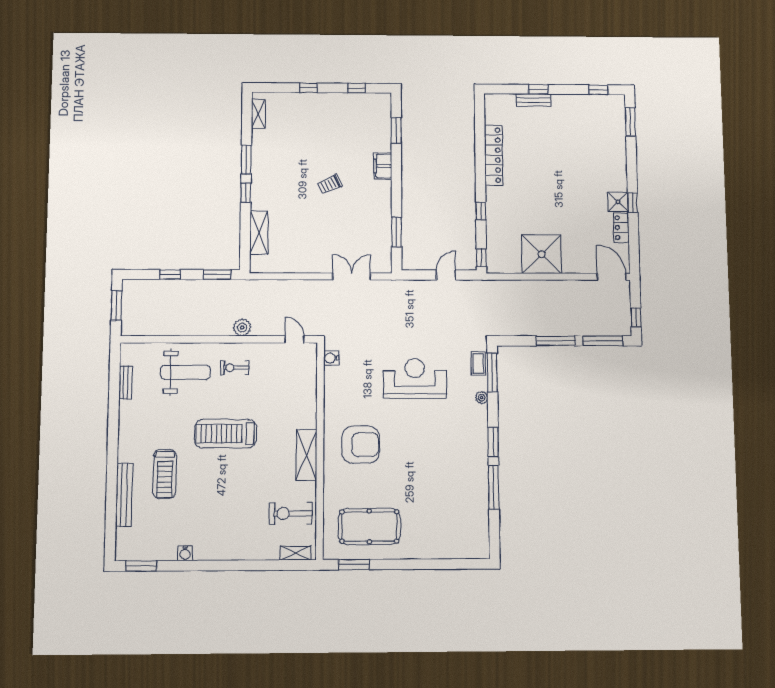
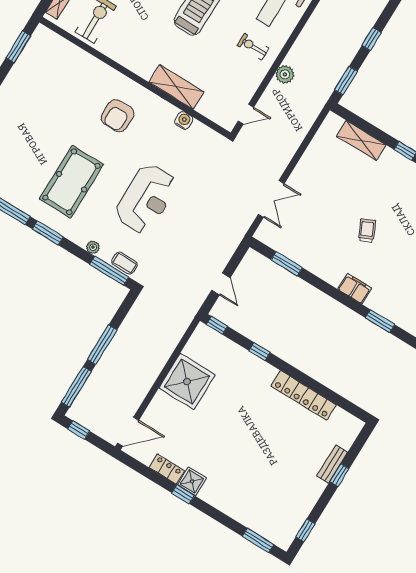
water cooler: (331, 358) -> (184, 120), moved
exercise bike: (235, 368) -> (253, 47), turned -90
armchair: (361, 445) -> (118, 116), width x0.73, depth x0.73
shelving: (307, 455) -> (176, 87), moved
pool table: (369, 526) -> (72, 182), moved

